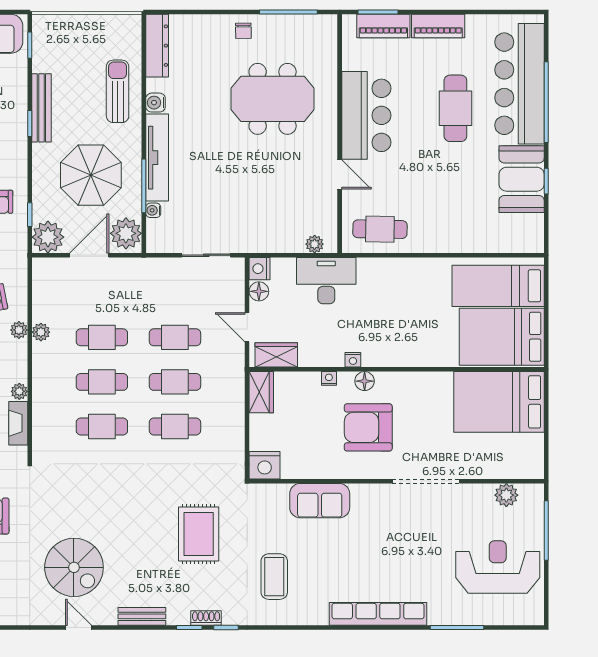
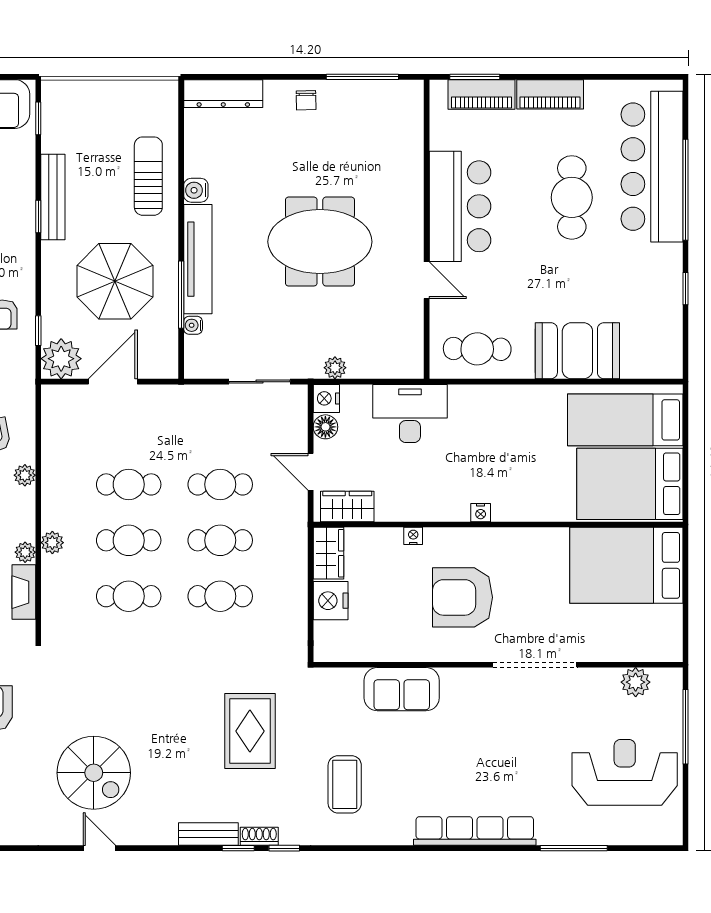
dresser: (157, 46) -> (223, 94), moved, turned 90
meeting table: (273, 99) -> (320, 242), moved
booth: (522, 179) -> (577, 351), moved, turned 90
plant: (126, 233) -> (159, 354), removed
plant: (315, 244) -> (335, 368), moved
plant: (41, 332) -> (52, 543), moved
nightstand: (353, 360) -> (481, 513), moved
floor lamp: (365, 381) -> (458, 539), removed
nightstand: (265, 465) -> (331, 601), moved, turned 90
bench: (142, 616) -> (208, 834), moved

